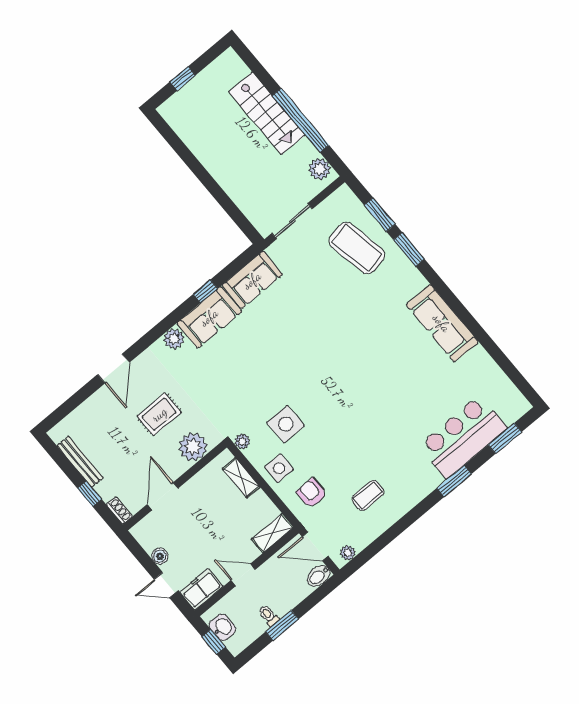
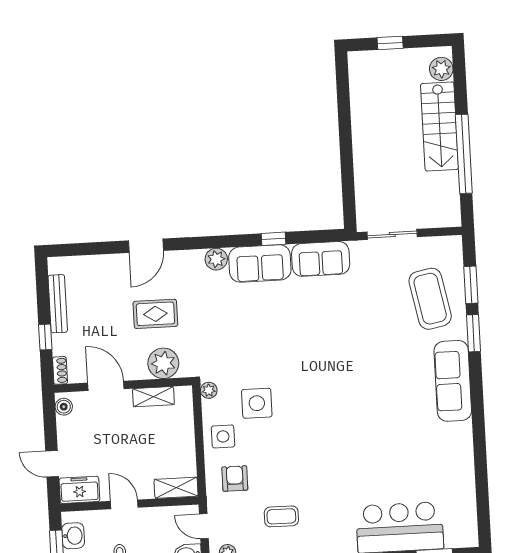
plant: (320, 169) -> (441, 69), moved
sofa: (442, 323) -> (453, 381), moved
shelving: (241, 478) -> (153, 397), moved, turned 90
door: (163, 496) -> (106, 386), hinge flipped
door: (315, 546) -> (204, 526), width x0.73
boiler: (160, 556) -> (64, 407), moved

